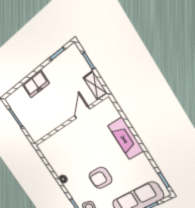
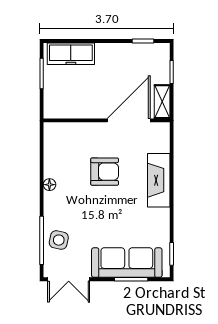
freezer: (36, 84) -> (71, 54), moved, width x1.40
door: (82, 112) -> (129, 120), width x1.88
armchair: (100, 178) -> (105, 172), moved, turned 180

